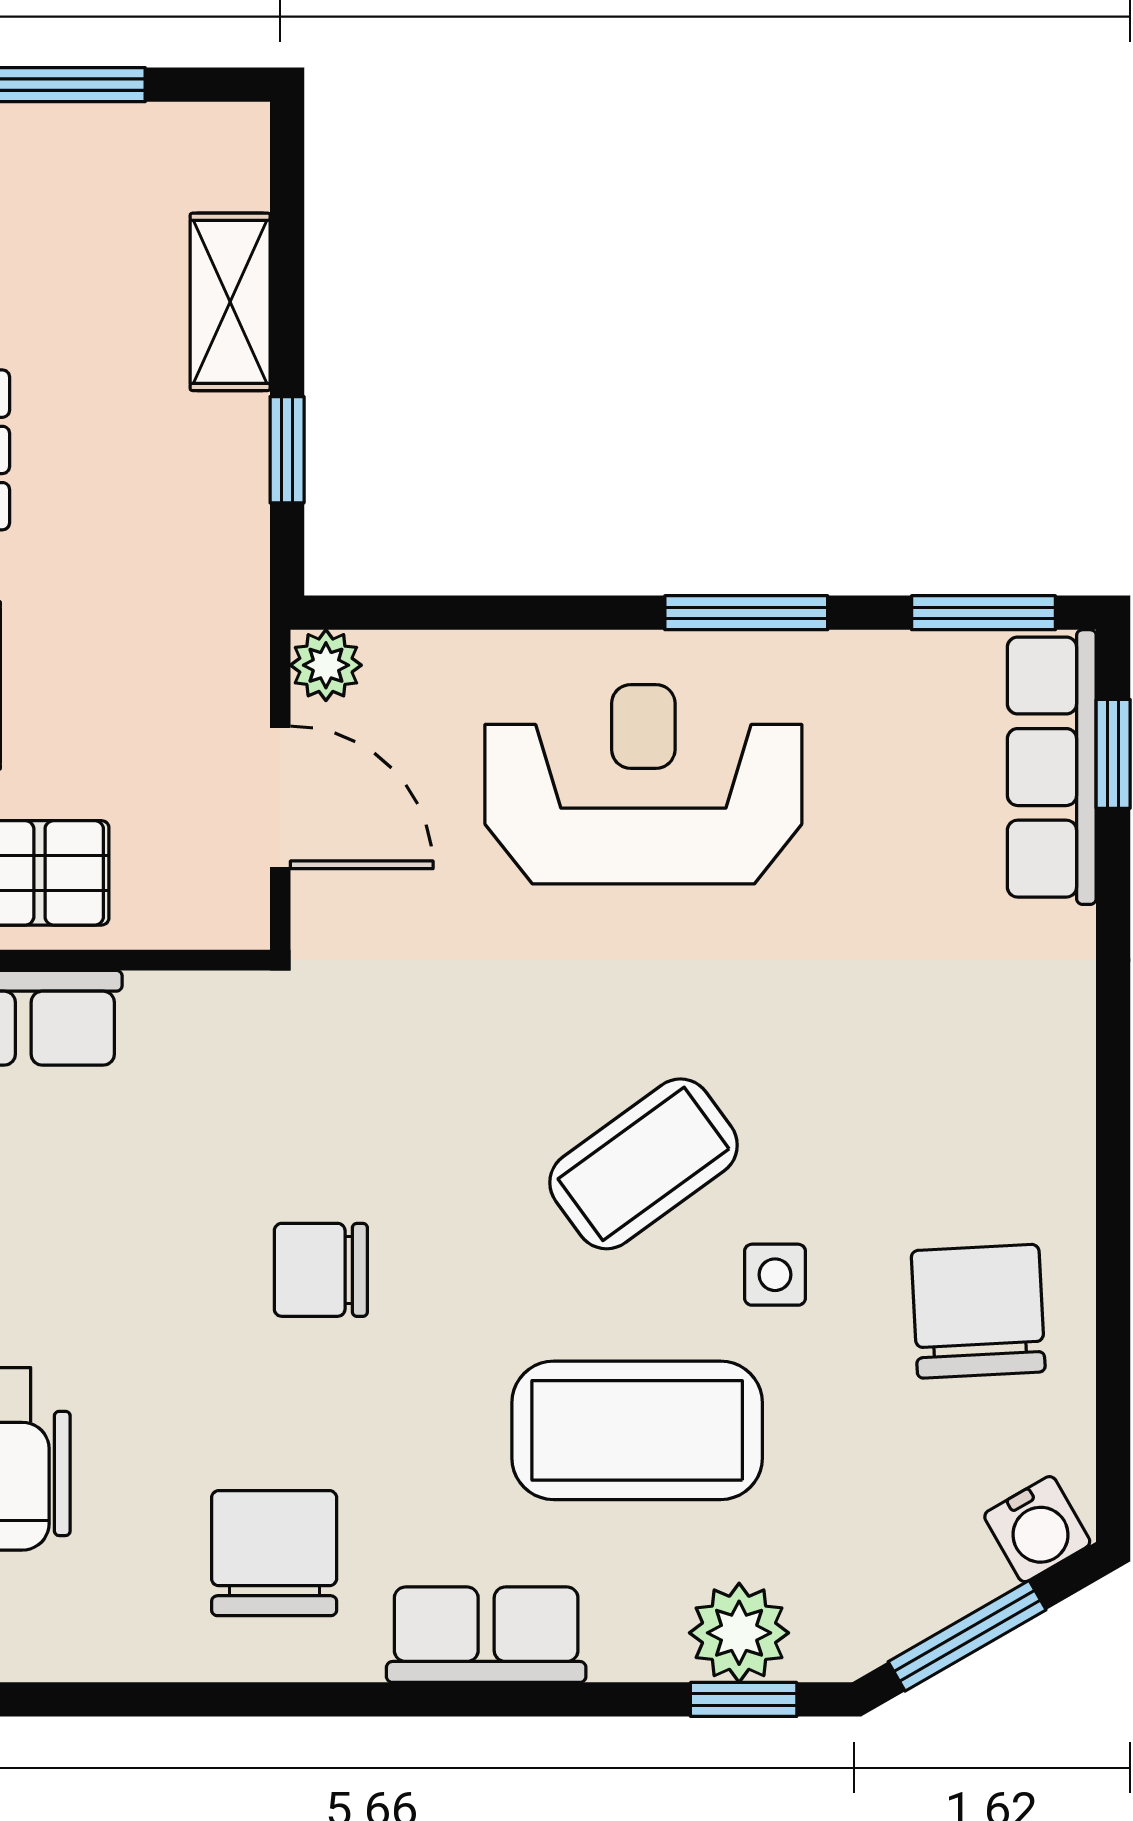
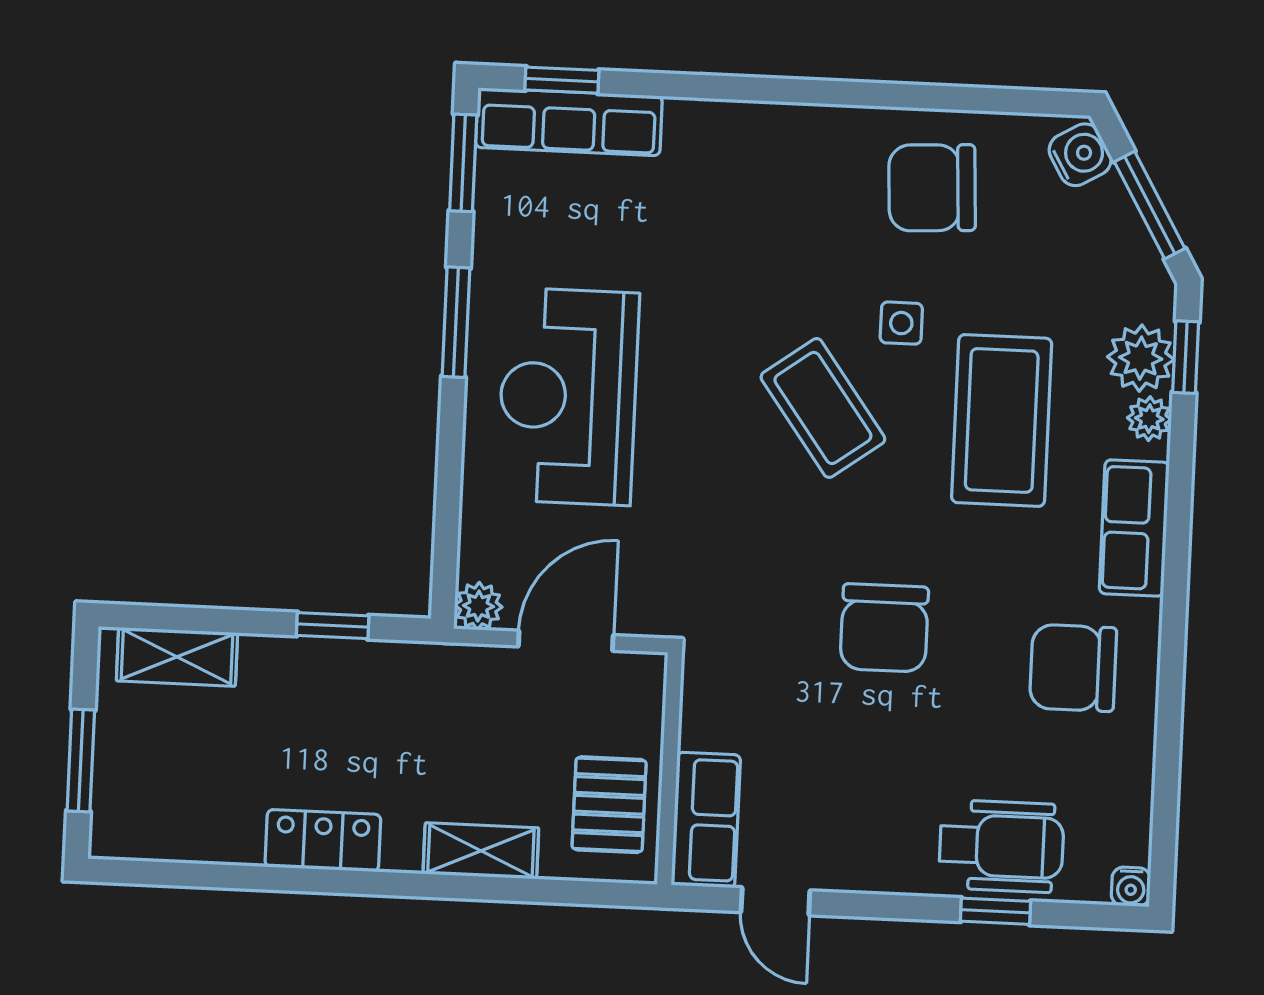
shelving: (230, 302) -> (177, 657), moved
chair: (321, 1270) -> (884, 628), width x1.37, depth x1.37
plant: (650, 1650) -> (1149, 419), added

